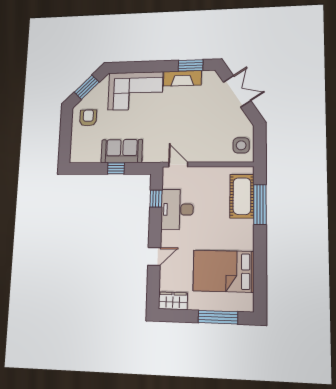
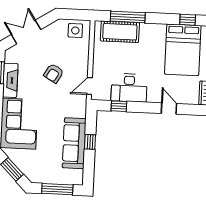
armchair: (88, 118) -> (54, 73), moved, turned -60
window: (65, 136) -> (57, 189), added
sofa: (122, 151) -> (74, 143), width x1.36
window: (260, 276) -> (188, 20), added

